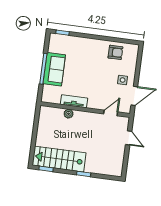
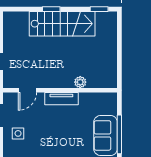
tv unit: (74, 101) -> (61, 99), moved
stairs: (59, 159) -> (62, 24), moved

